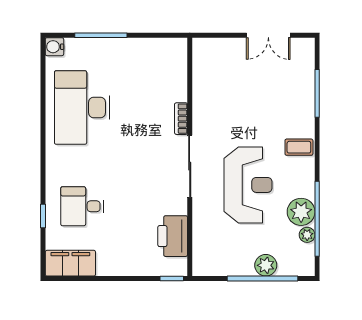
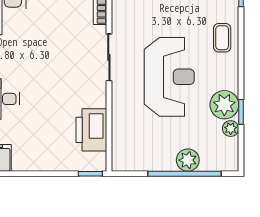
coffee table: (299, 147) -> (222, 38), turned 90
sliding door: (190, 166) -> (109, 57), width x0.73
window: (317, 219) -> (241, 112), width x0.32

